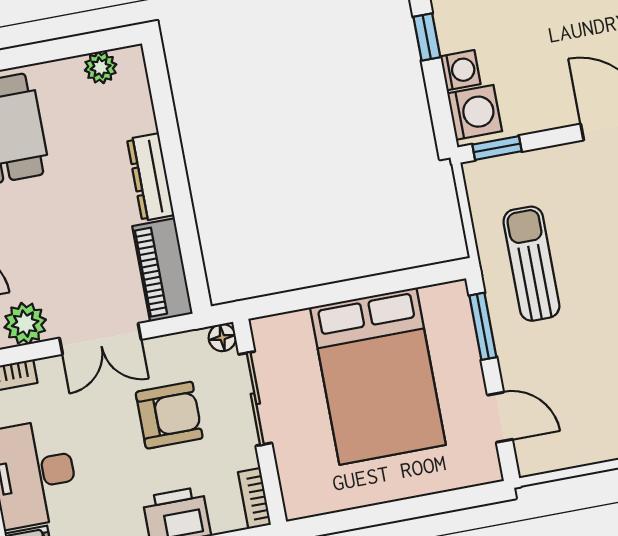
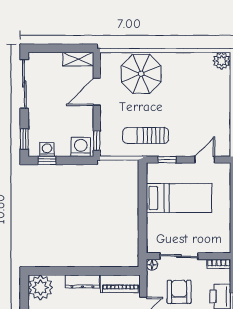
plant: (101, 67) -> (40, 288), width x1.88, depth x1.88
washing machine: (460, 70) -> (47, 149), moved
window: (483, 326) -> (167, 160), width x0.67
bed: (378, 376) -> (179, 198), width x0.67

